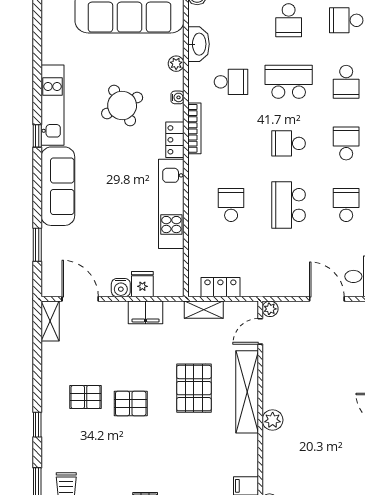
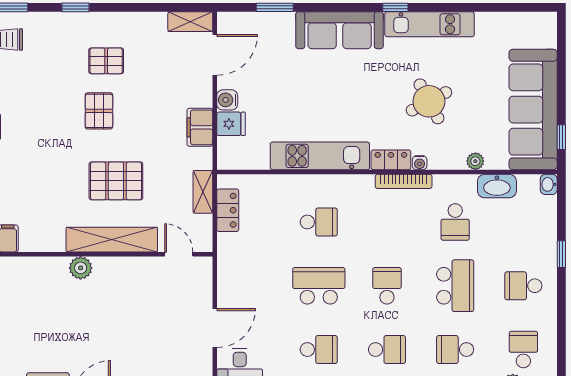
water cooler: (177, 97) -> (420, 163), moved
plant: (270, 309) -> (204, 265), removed
pallet: (86, 397) -> (106, 61), turned 90

